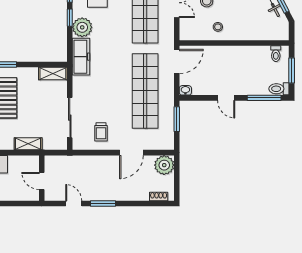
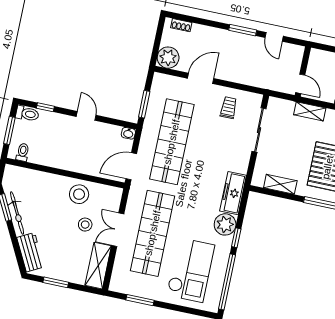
stool: (218, 27) -> (79, 194), width x1.89, depth x1.89
shelving: (53, 73) -> (280, 184), moved
window: (264, 98) -> (45, 107), width x0.46
door: (42, 181) -> (300, 84), moved

